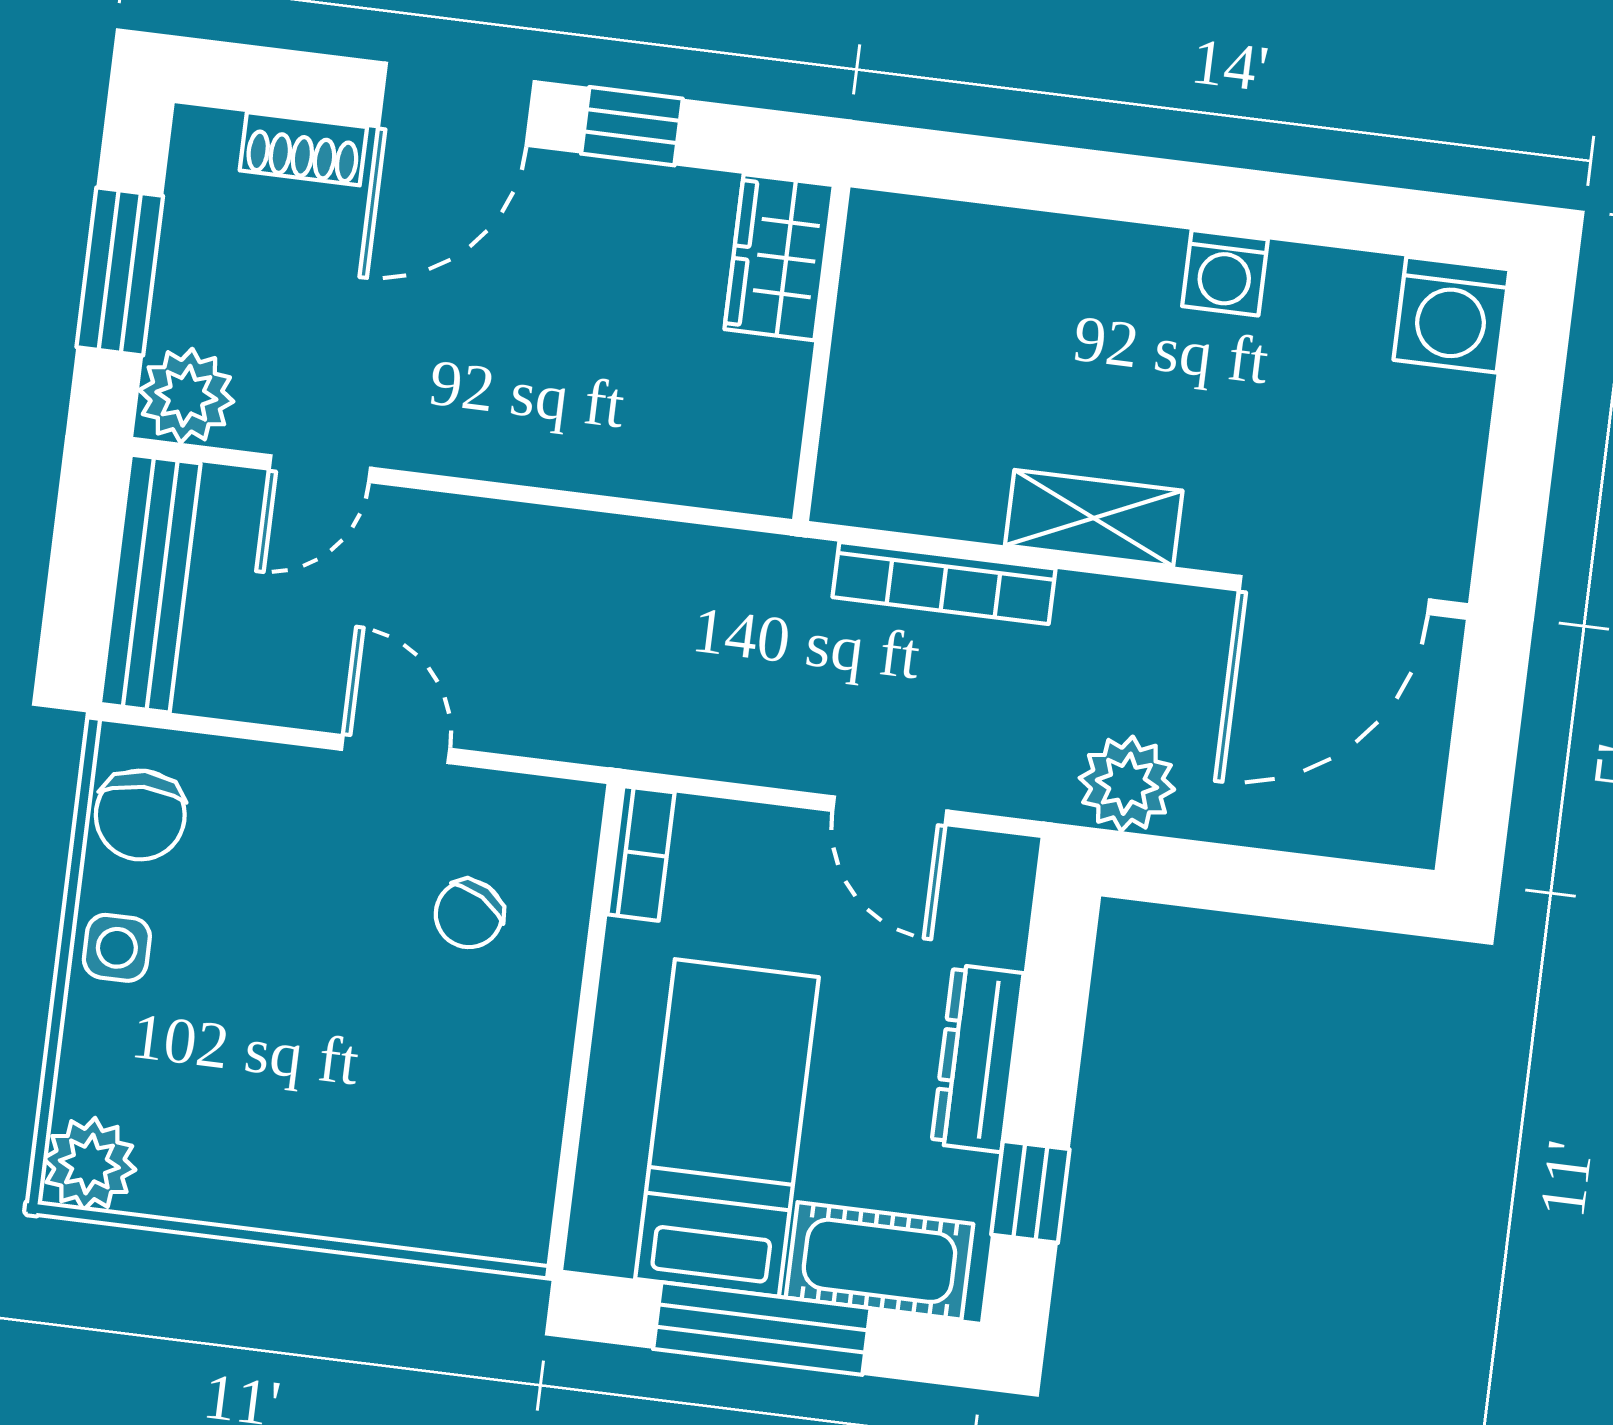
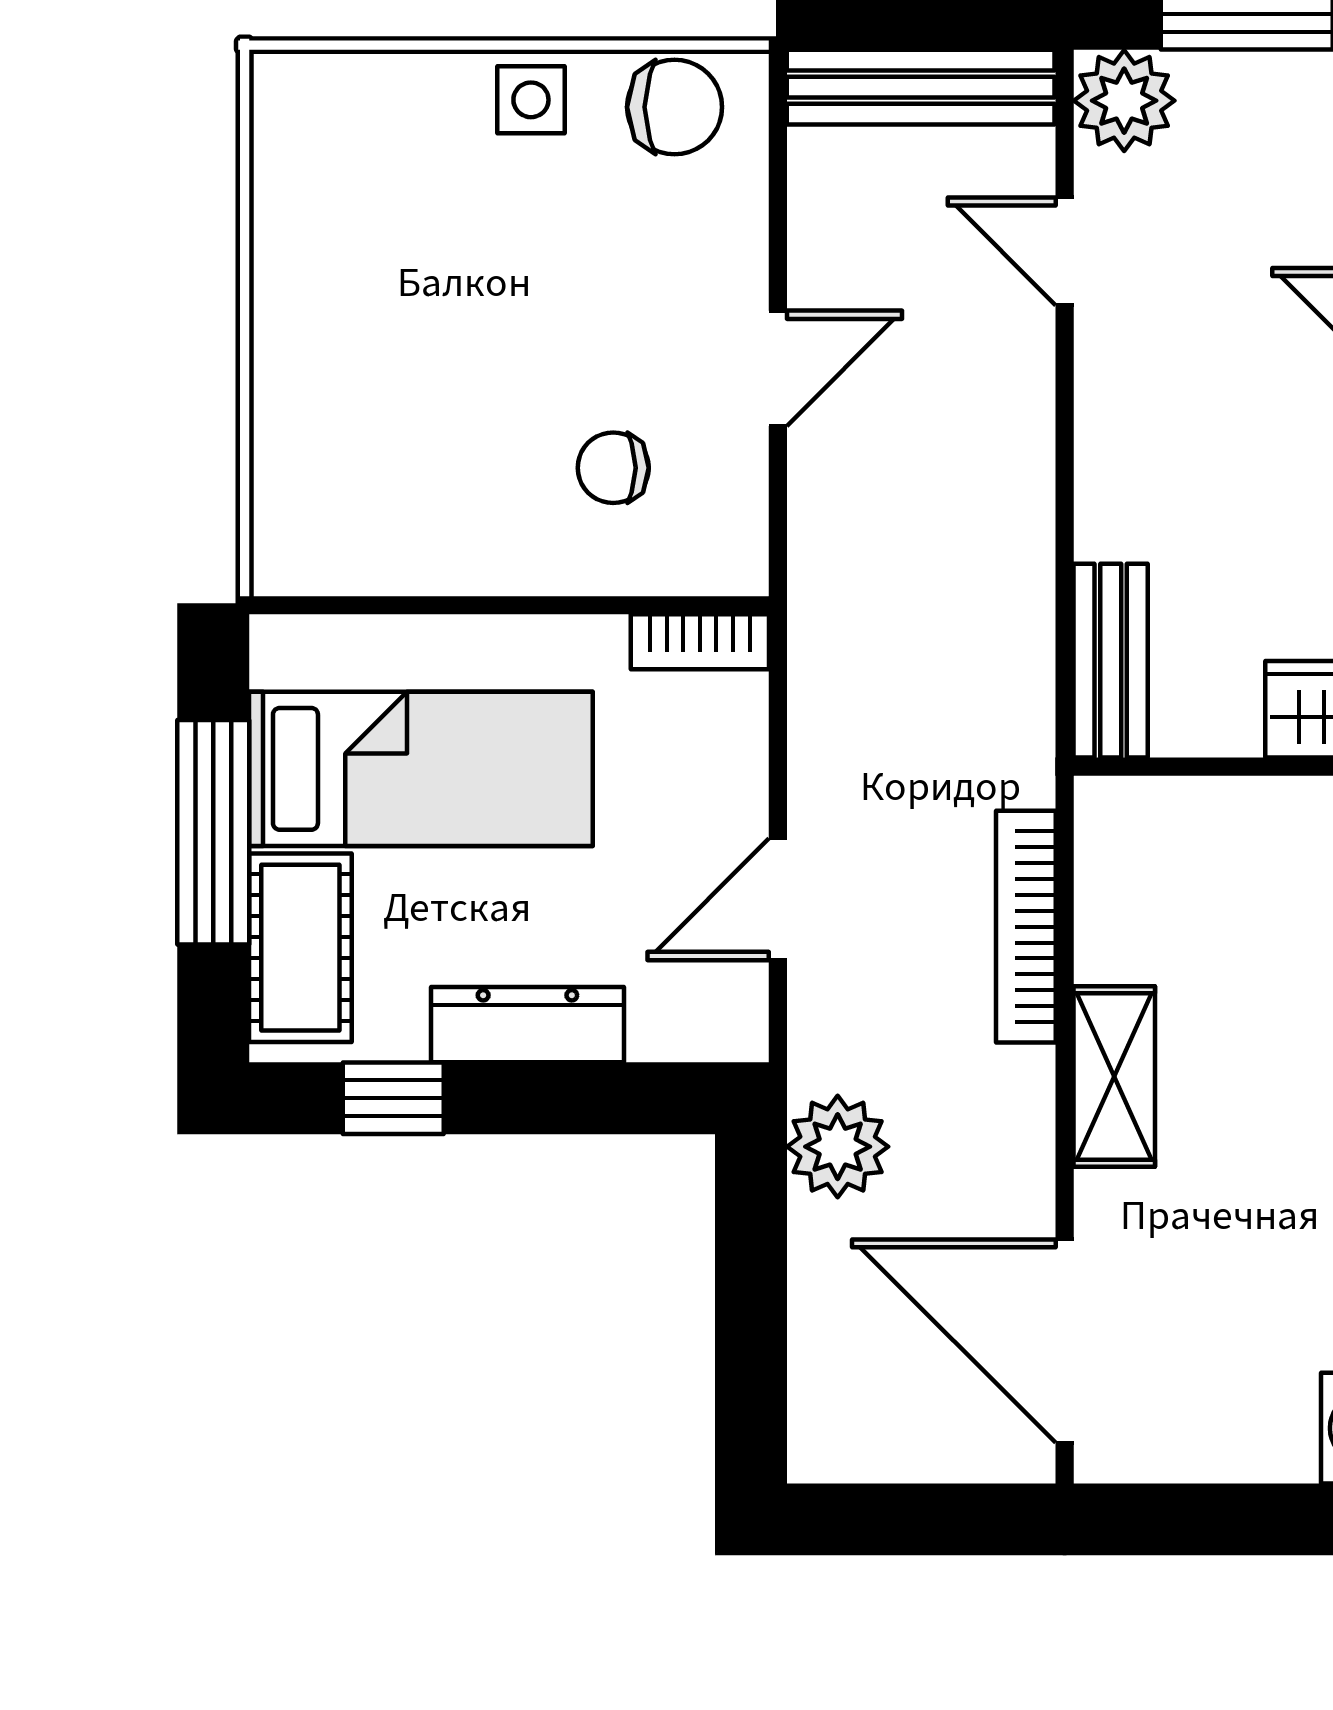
bench: (706, 473) -> (1111, 661), added
chair: (140, 815) -> (675, 107), turned 180
chair: (469, 914) -> (613, 468), turned -31
plant: (89, 1164) -> (299, 99), removed

